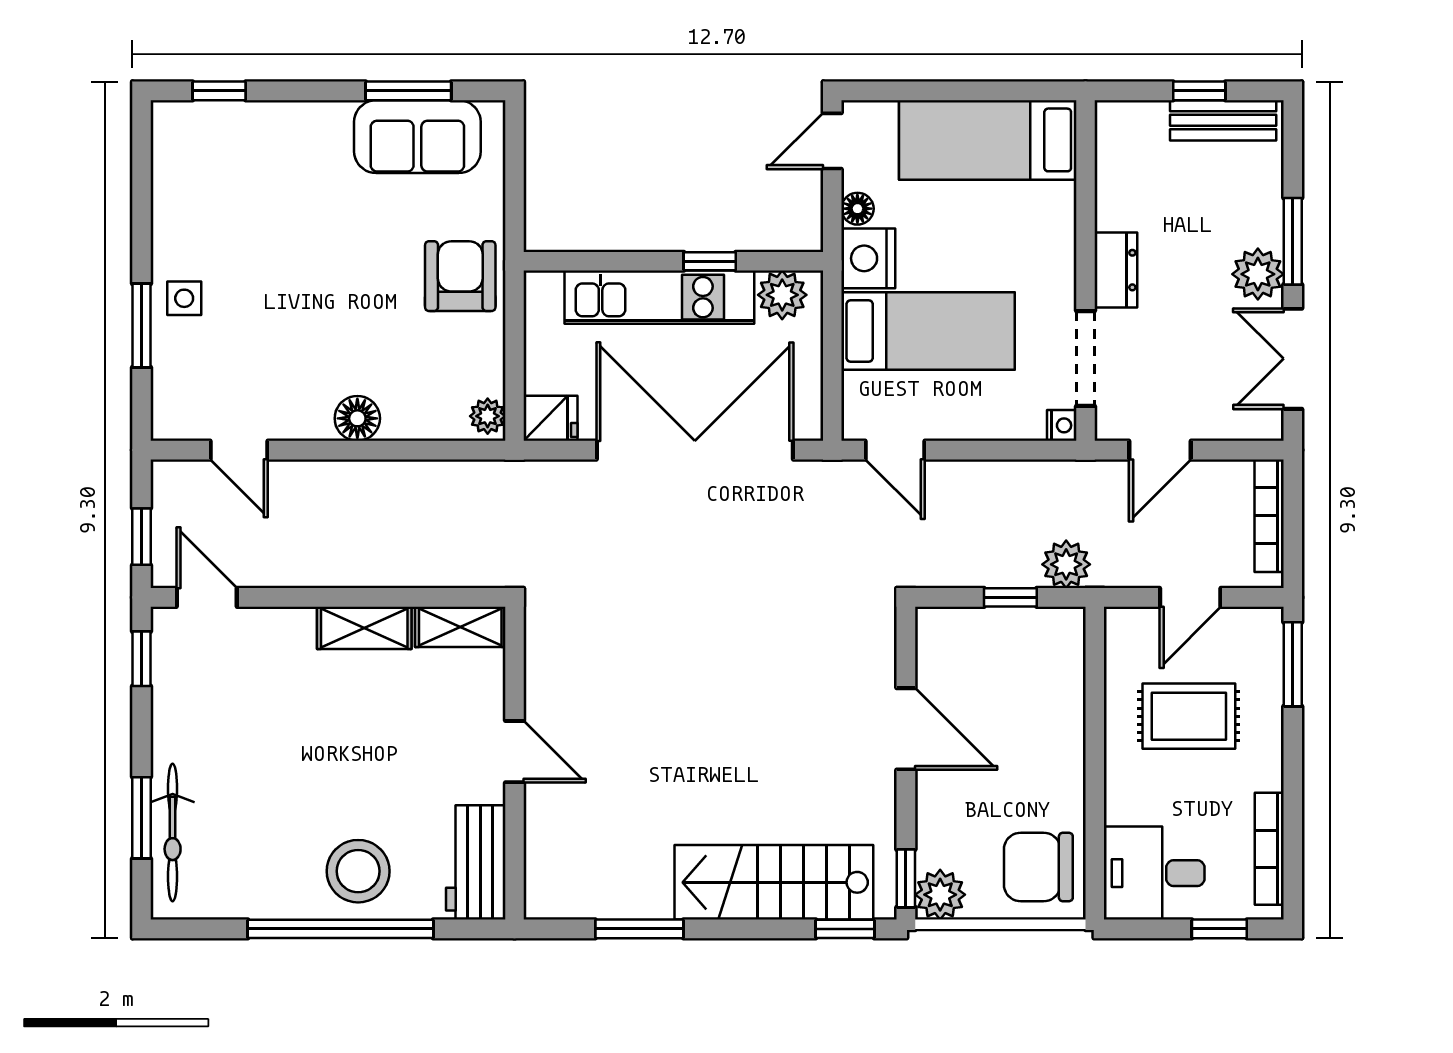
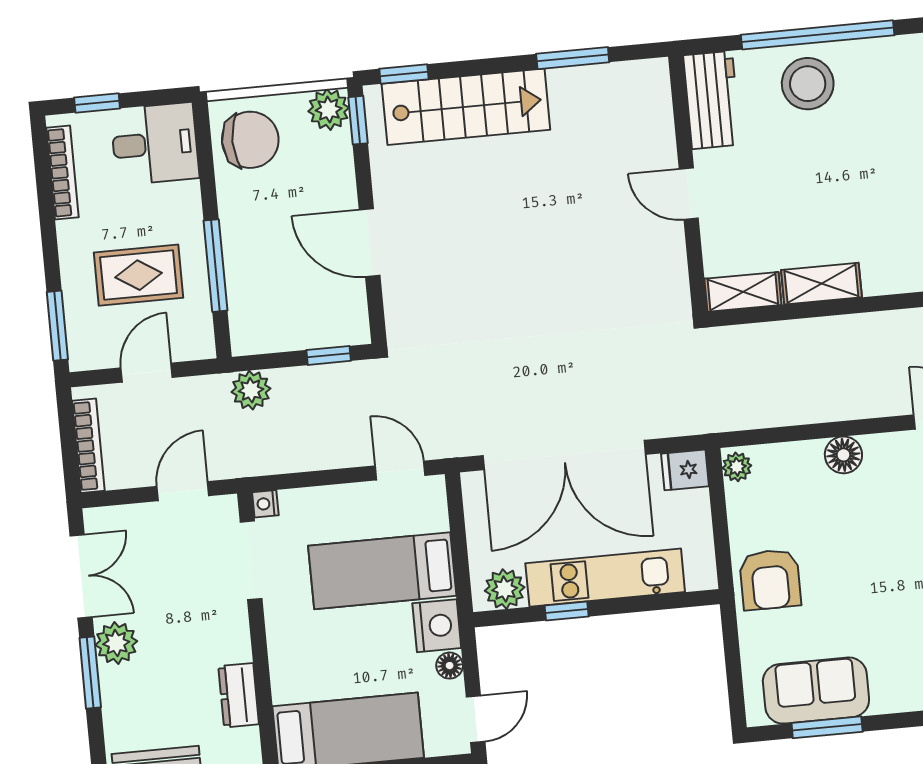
dresser: (1116, 270) -> (239, 695), moved
window: (1010, 597) -> (329, 355), moved
window: (1095, 719) -> (216, 266), added

